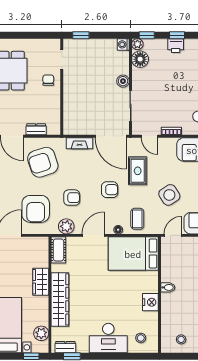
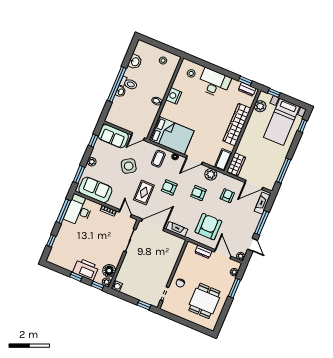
printer: (176, 46) -> (86, 269), width x1.87, depth x1.48
boiler: (123, 81) -> (128, 260), removed
door: (111, 136) -> (153, 225), hinge flipped
armchair: (43, 162) -> (208, 227), turned -72
armchair: (36, 209) -> (227, 196), width x0.53, depth x0.53
wardrobe: (41, 282) -> (236, 164), moved

